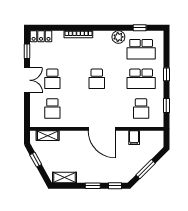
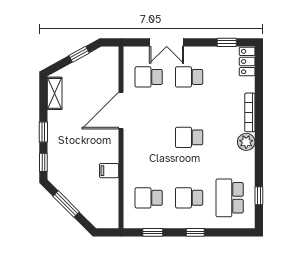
plant: (118, 37) -> (246, 142), moved
school desk: (141, 79) -> (189, 198), width x0.54
double door: (27, 80) -> (167, 42), moved
door: (102, 129) -> (121, 110), moved
shelving: (48, 136) -> (112, 71), removed
filing cabinet: (134, 138) -> (109, 171), moved

